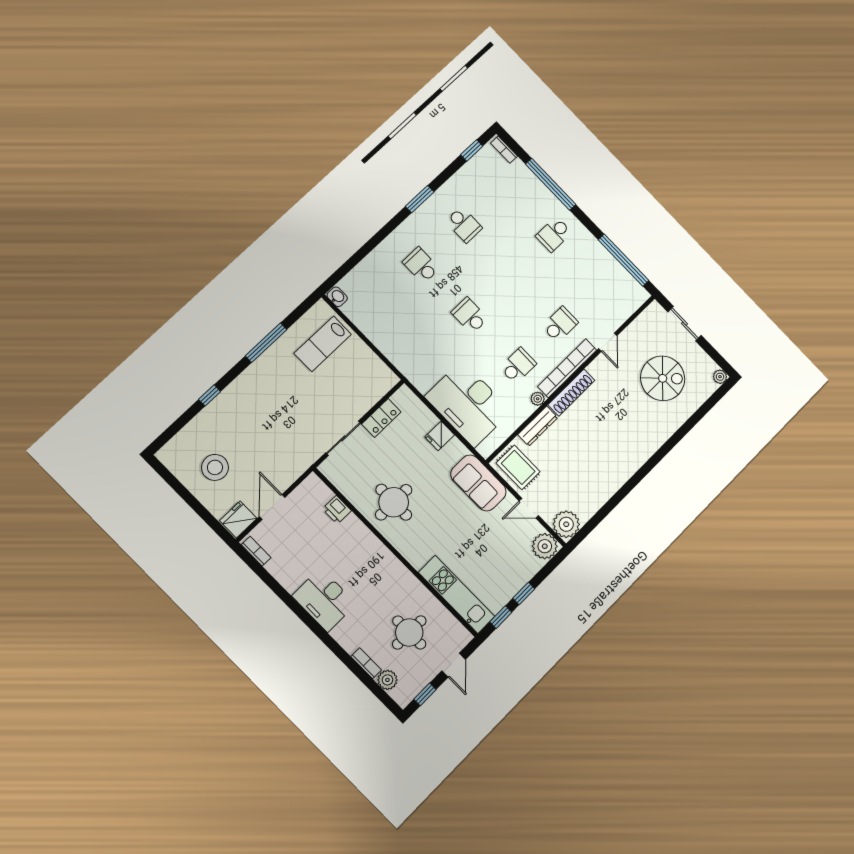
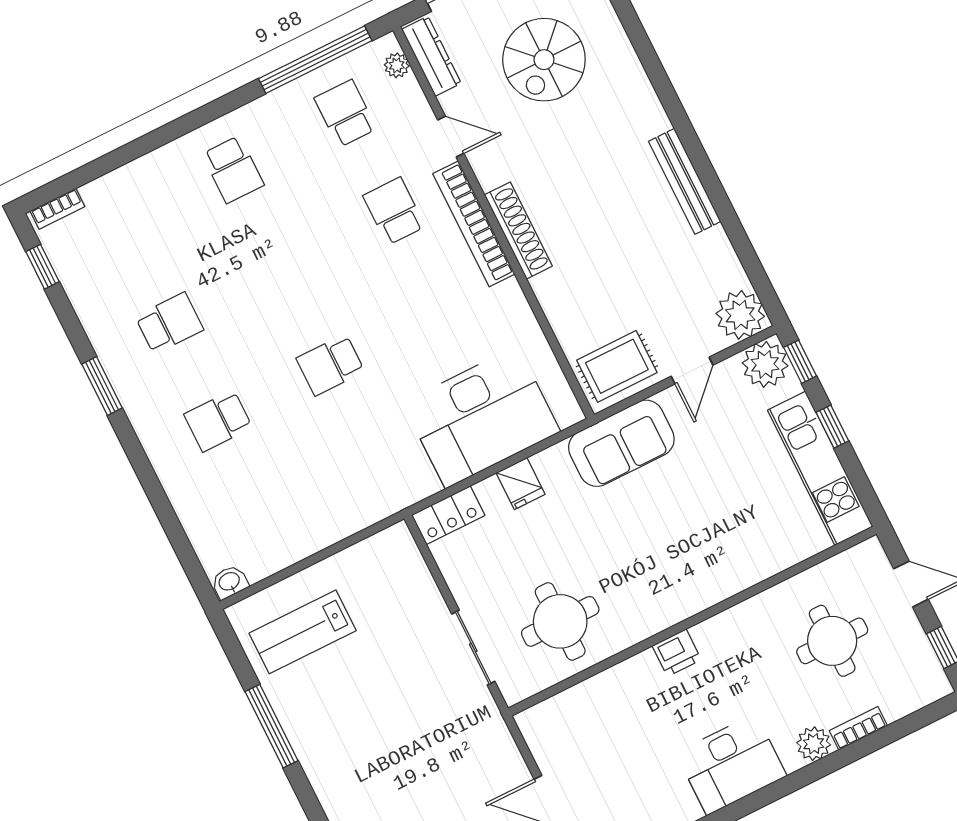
window: (551, 184) -> (143, 146), removed
lab bench: (323, 344) -> (303, 632), turned 90
school desk: (518, 366) -> (345, 113), moved
spiral stairs: (663, 378) -> (544, 60), turned 180
plant: (538, 399) -> (397, 65), moved
locker: (381, 418) -> (448, 515), moved, turned 90
dresser: (538, 426) -> (431, 56), moved
bench: (625, 472) -> (685, 181), added
round table: (394, 502) -> (560, 621), moved
printer: (337, 510) -> (677, 653), moved
kitchen unit: (457, 594) -> (820, 468), moved, turned -90
window: (501, 617) -> (800, 362), moved
plant: (387, 680) -> (814, 744), moved

